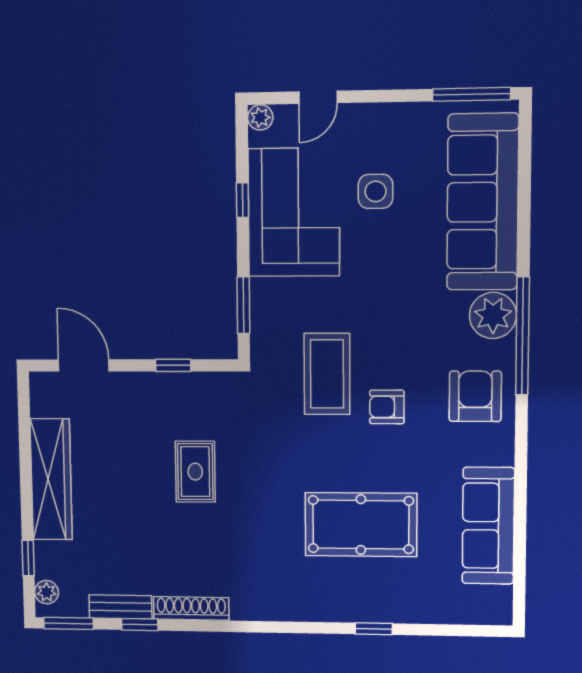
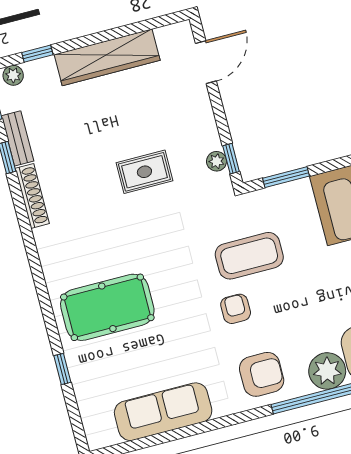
window: (173, 365) -> (231, 159), moved
plant: (204, 383) -> (217, 161), added
pool table: (361, 525) -> (107, 307), moved, turned 90
window: (374, 629) -> (62, 369), moved

